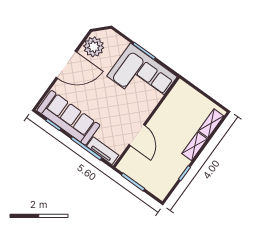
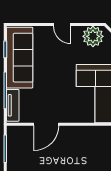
door: (66, 65) -> (62, 25), width x0.53

